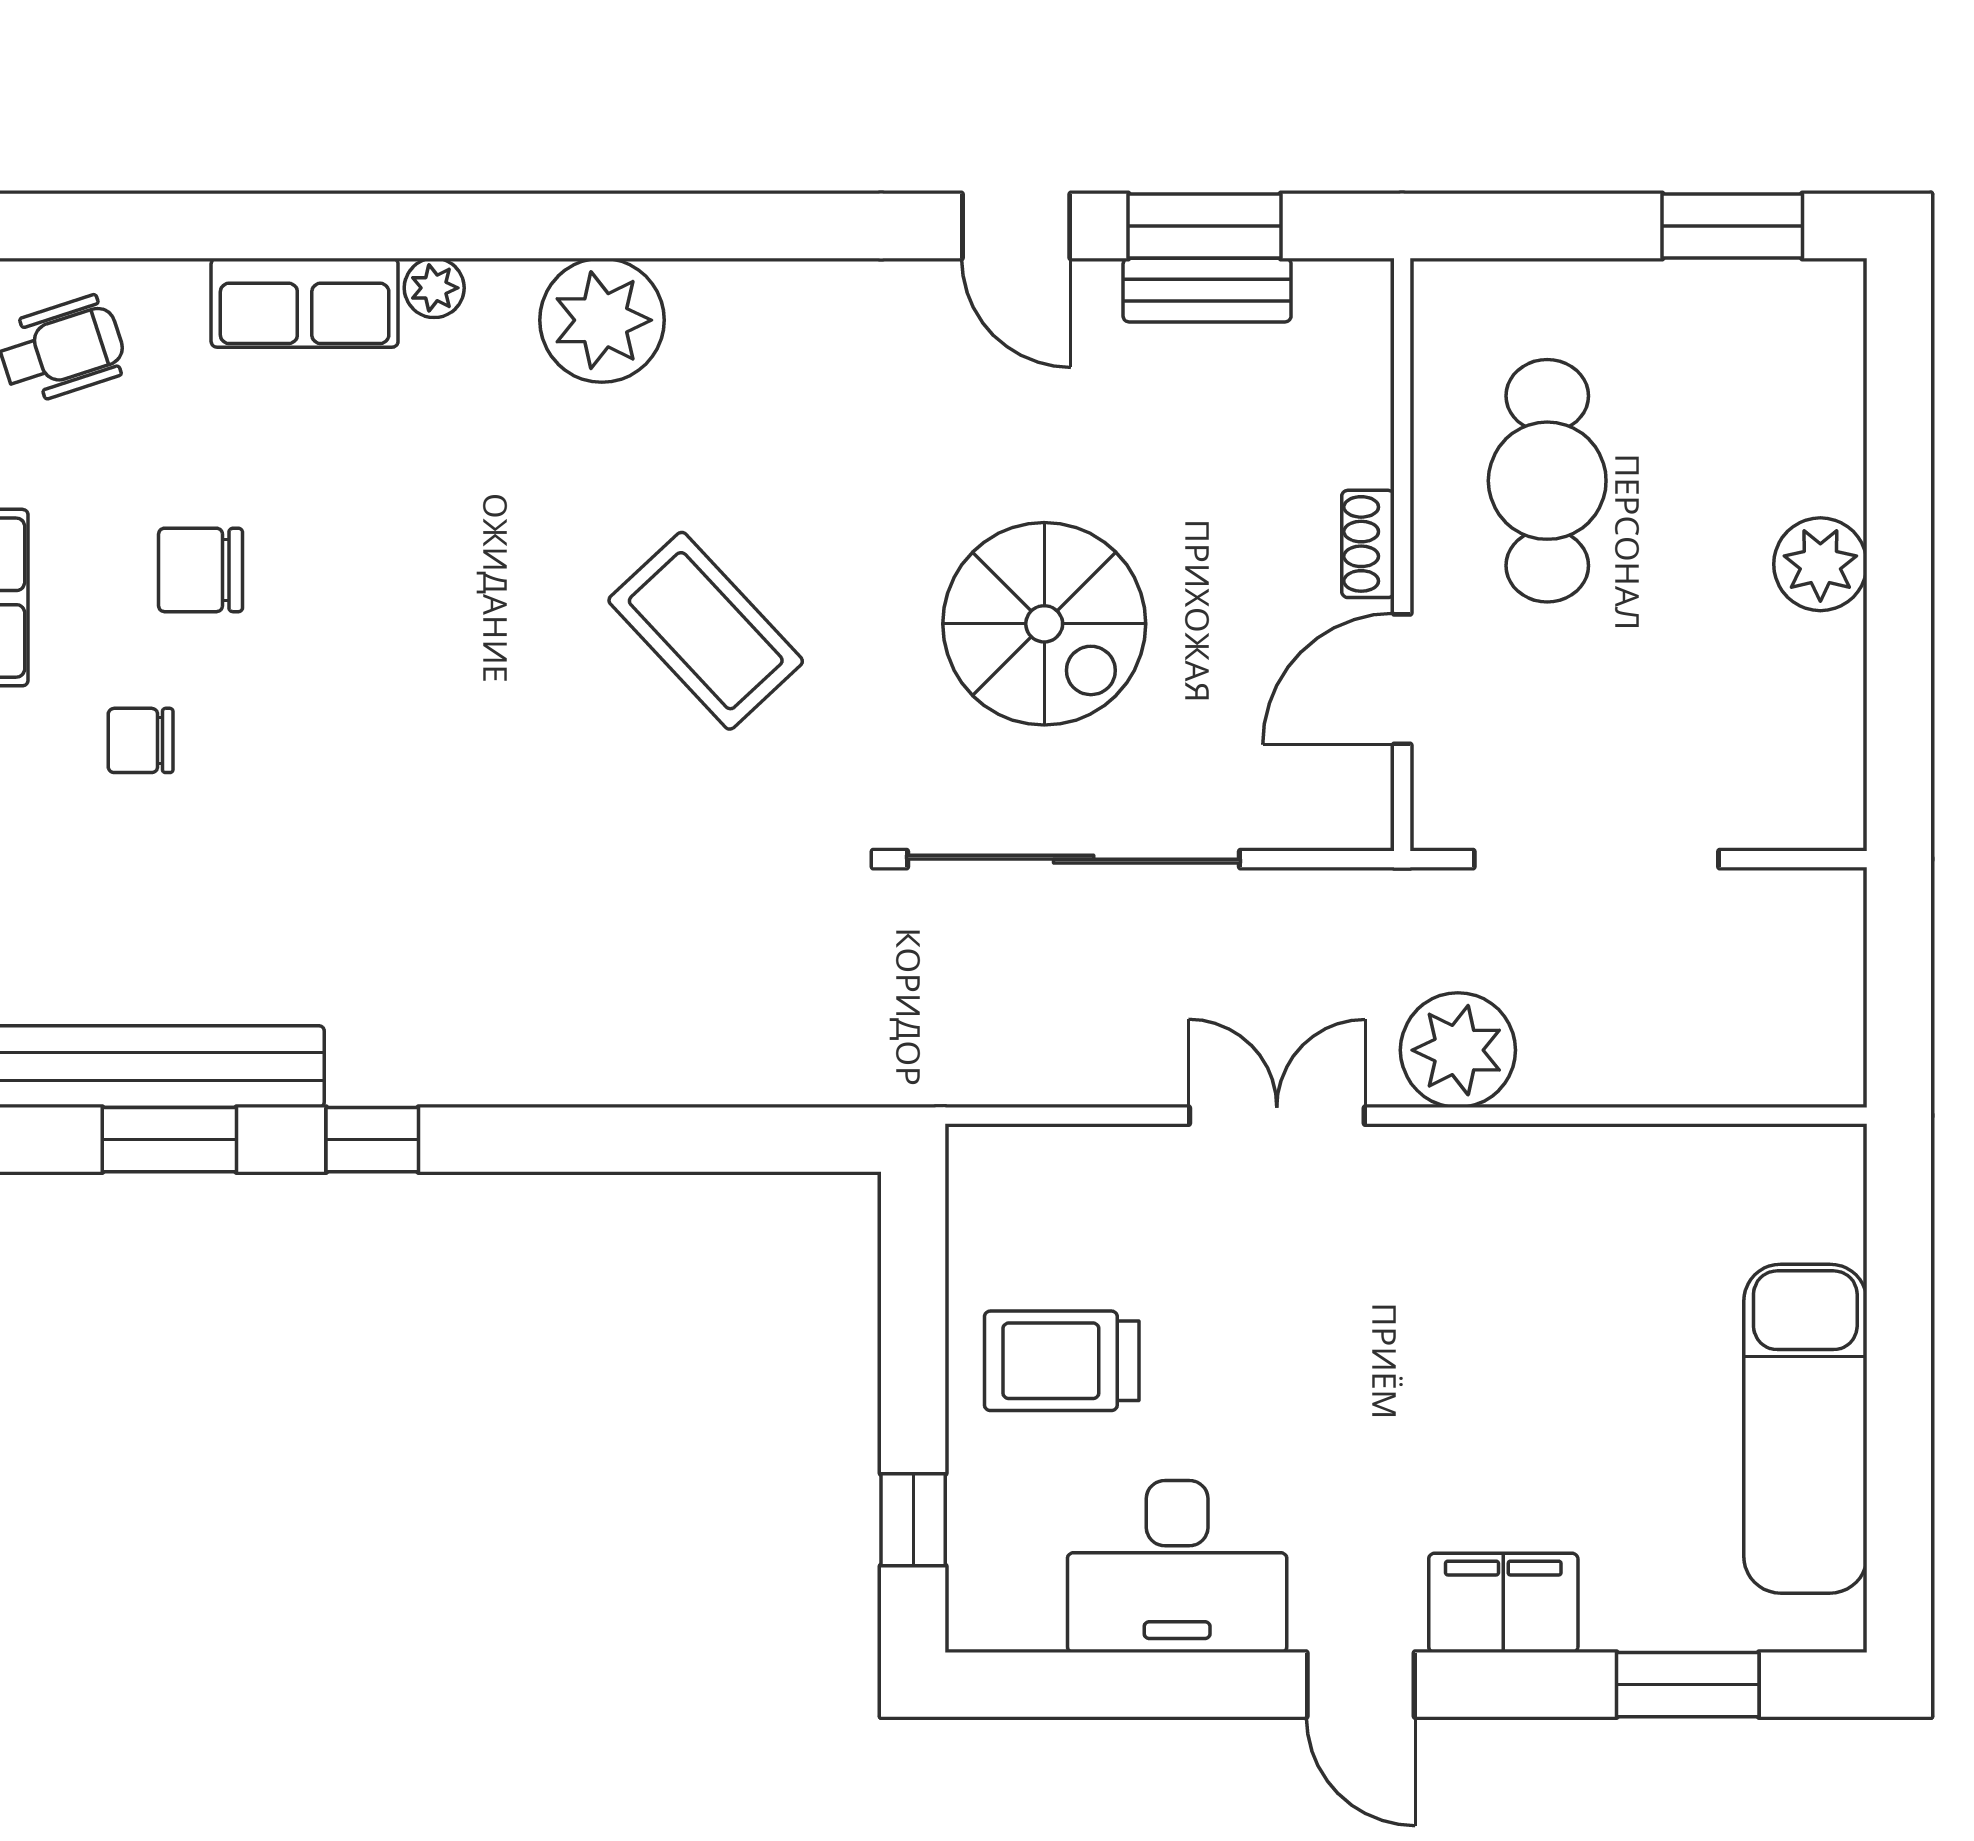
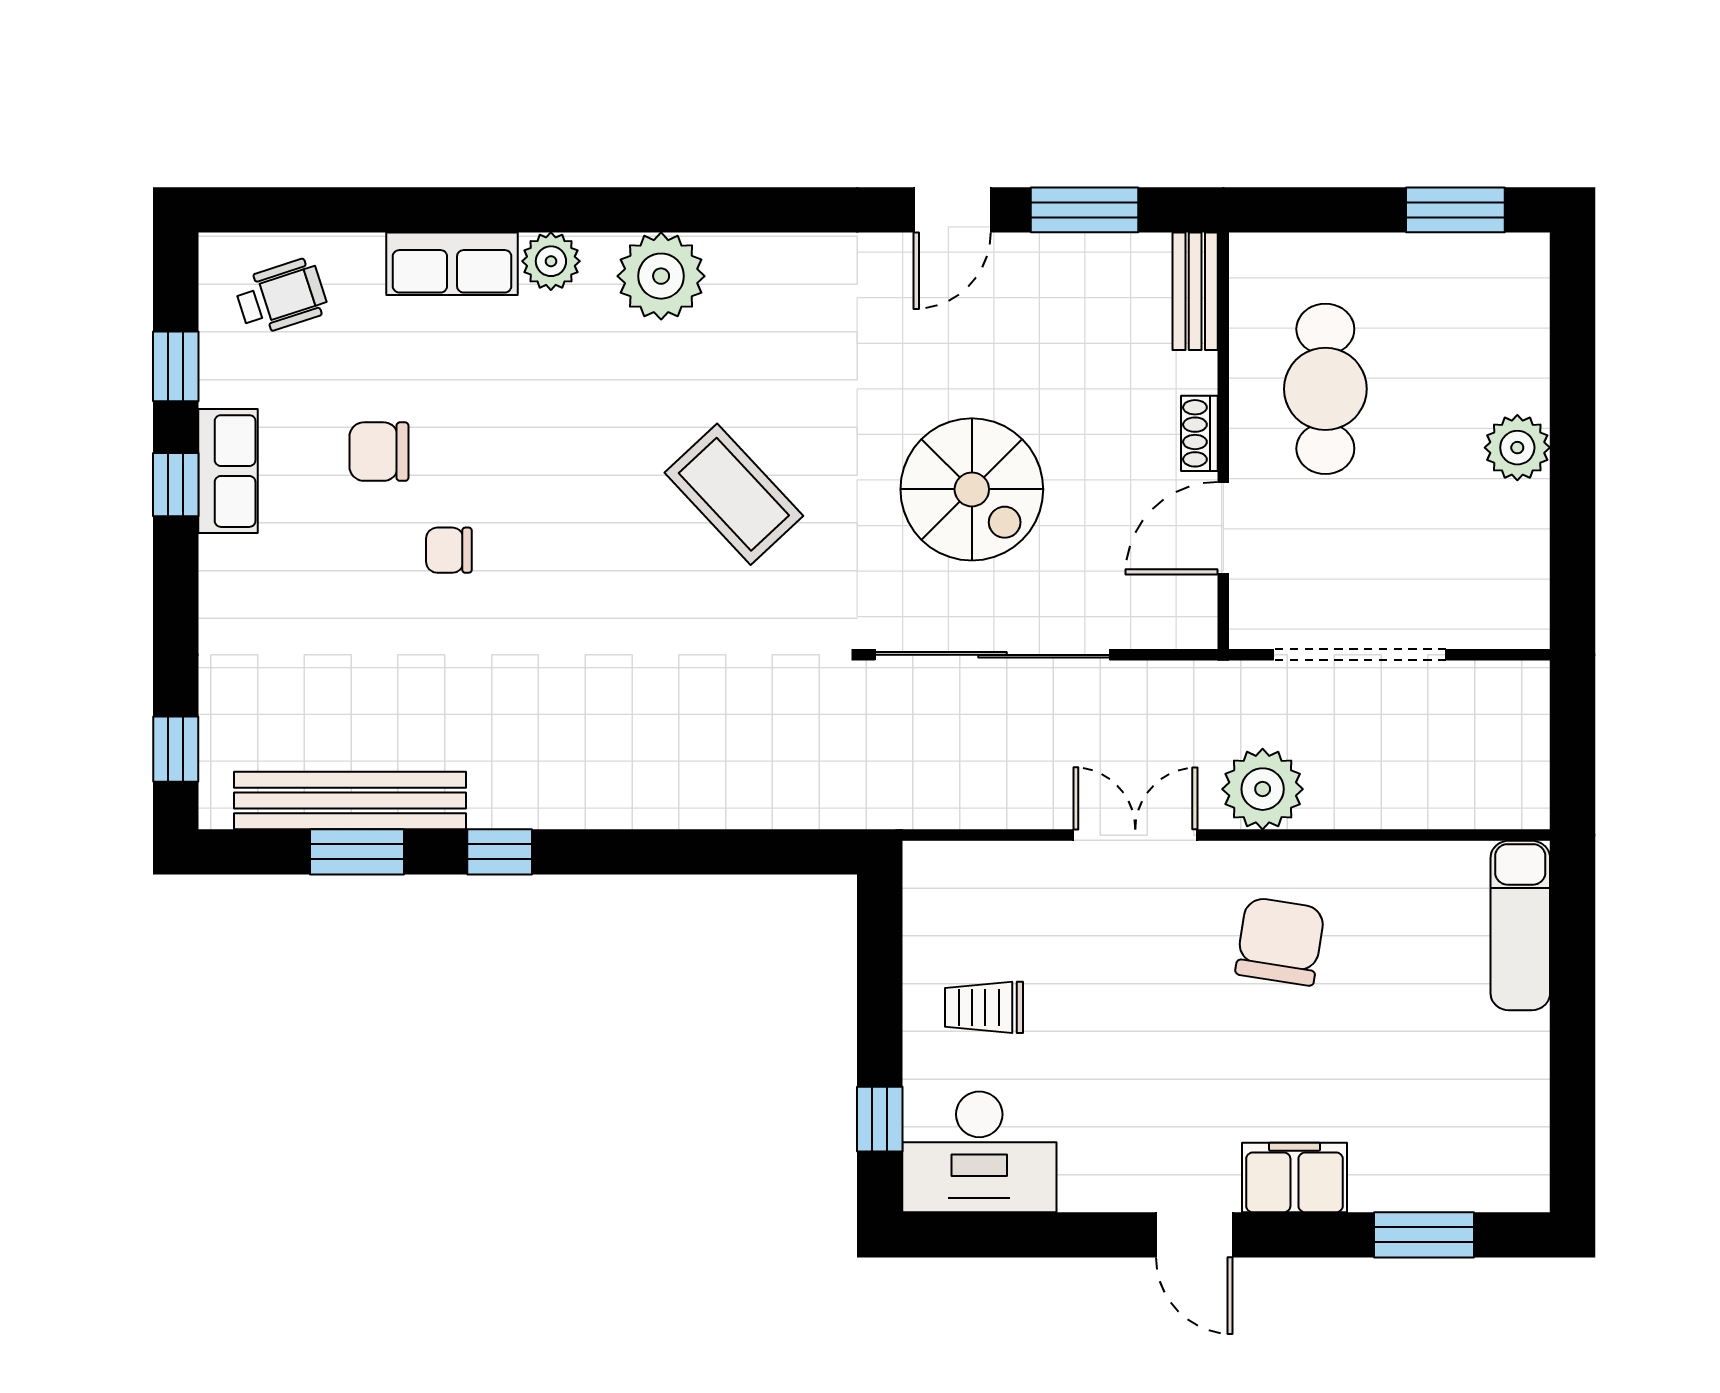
door: (1016, 226) -> (952, 210), hinge flipped
plant: (434, 288) -> (551, 261), width x1.38, depth x1.38
bench: (1207, 290) -> (1195, 291), moved, turned 90
chair: (141, 740) -> (449, 550), moved
chair: (1483, 1267) -> (1280, 941), added
trolley: (1062, 1361) -> (984, 1007), width x0.73, depth x0.72
exam couch: (1805, 1429) -> (1520, 926), moved, width x0.73, depth x0.69
desk: (1177, 1566) -> (979, 1152), moved

